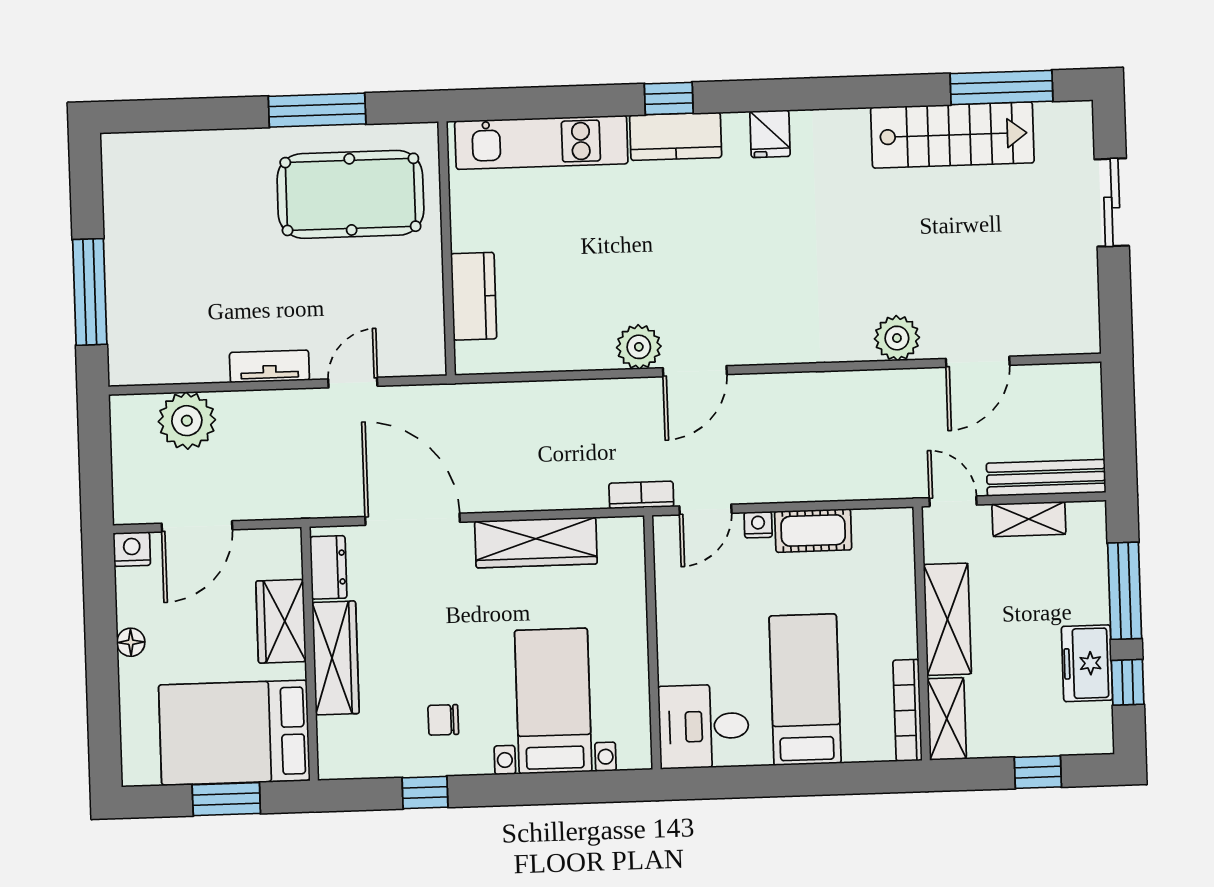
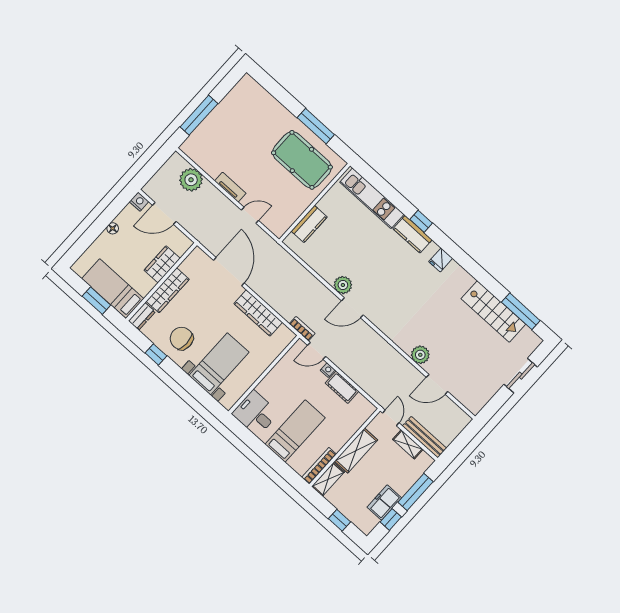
dresser: (328, 567) -> (142, 316), moved
chair: (443, 720) -> (182, 338), width x1.87, depth x1.87
bed: (234, 733) -> (113, 289), width x0.67

